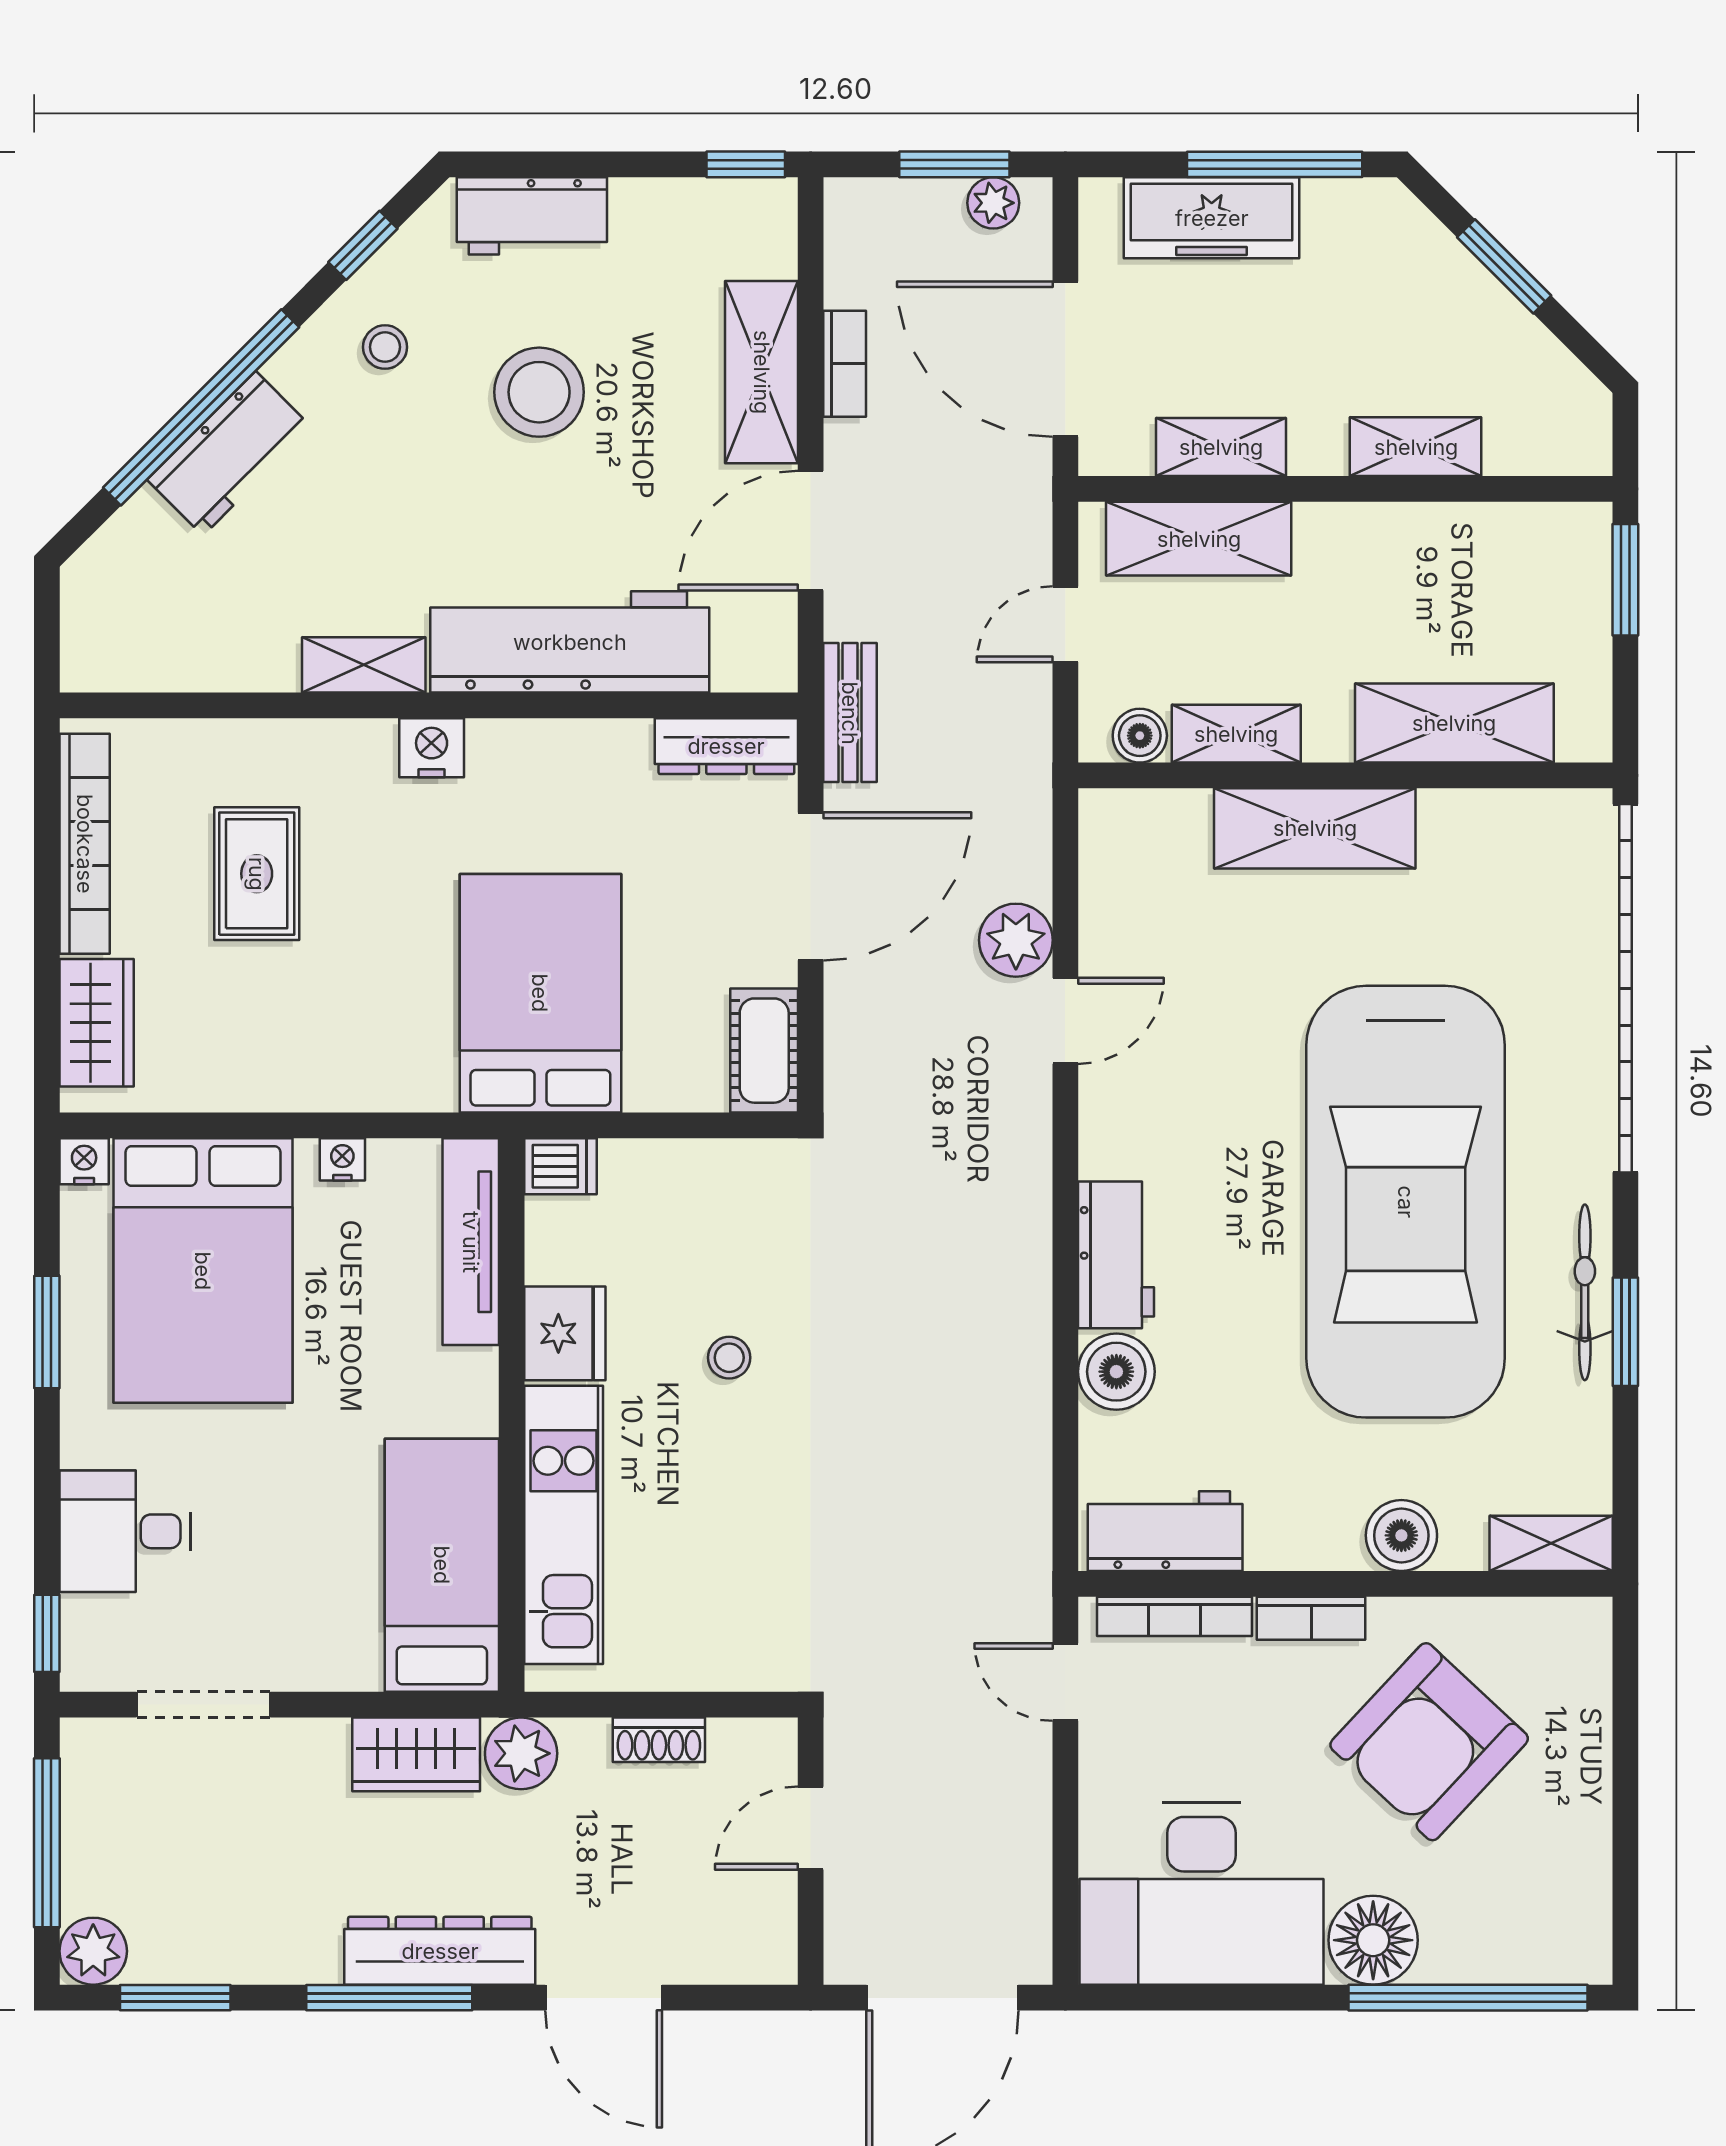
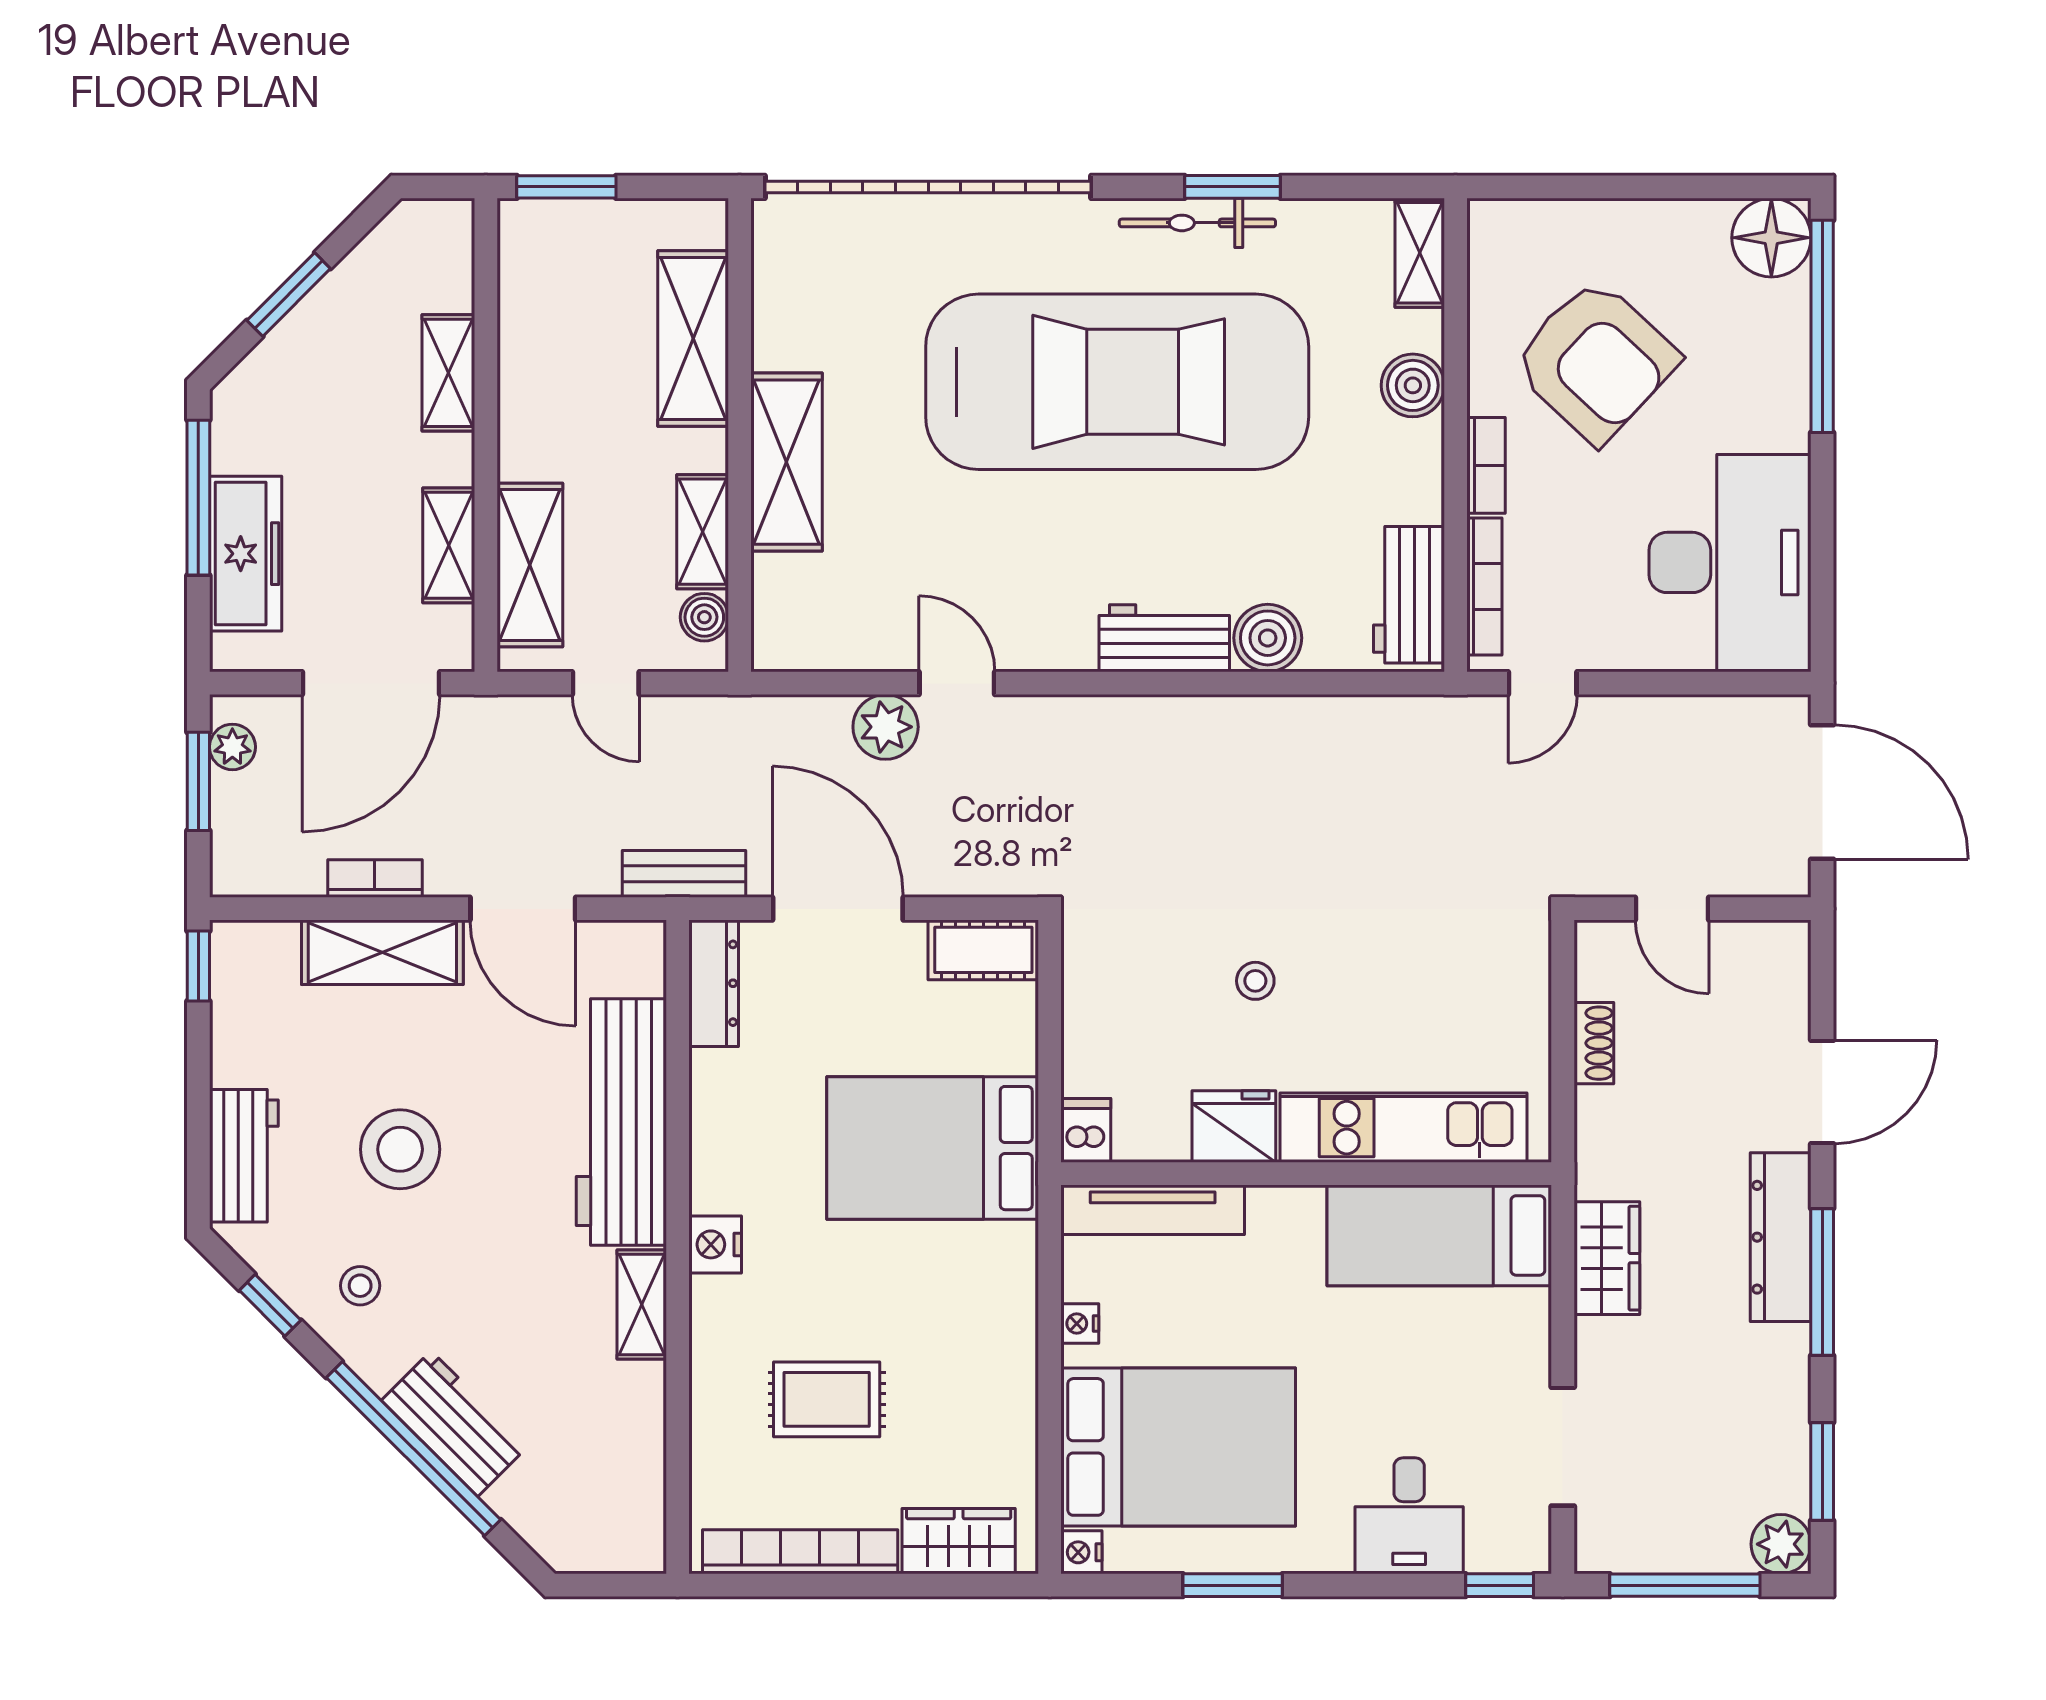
plant: (521, 1753) -> (1606, 1165), removed
floor lamp: (1373, 1940) -> (1771, 238), moved

